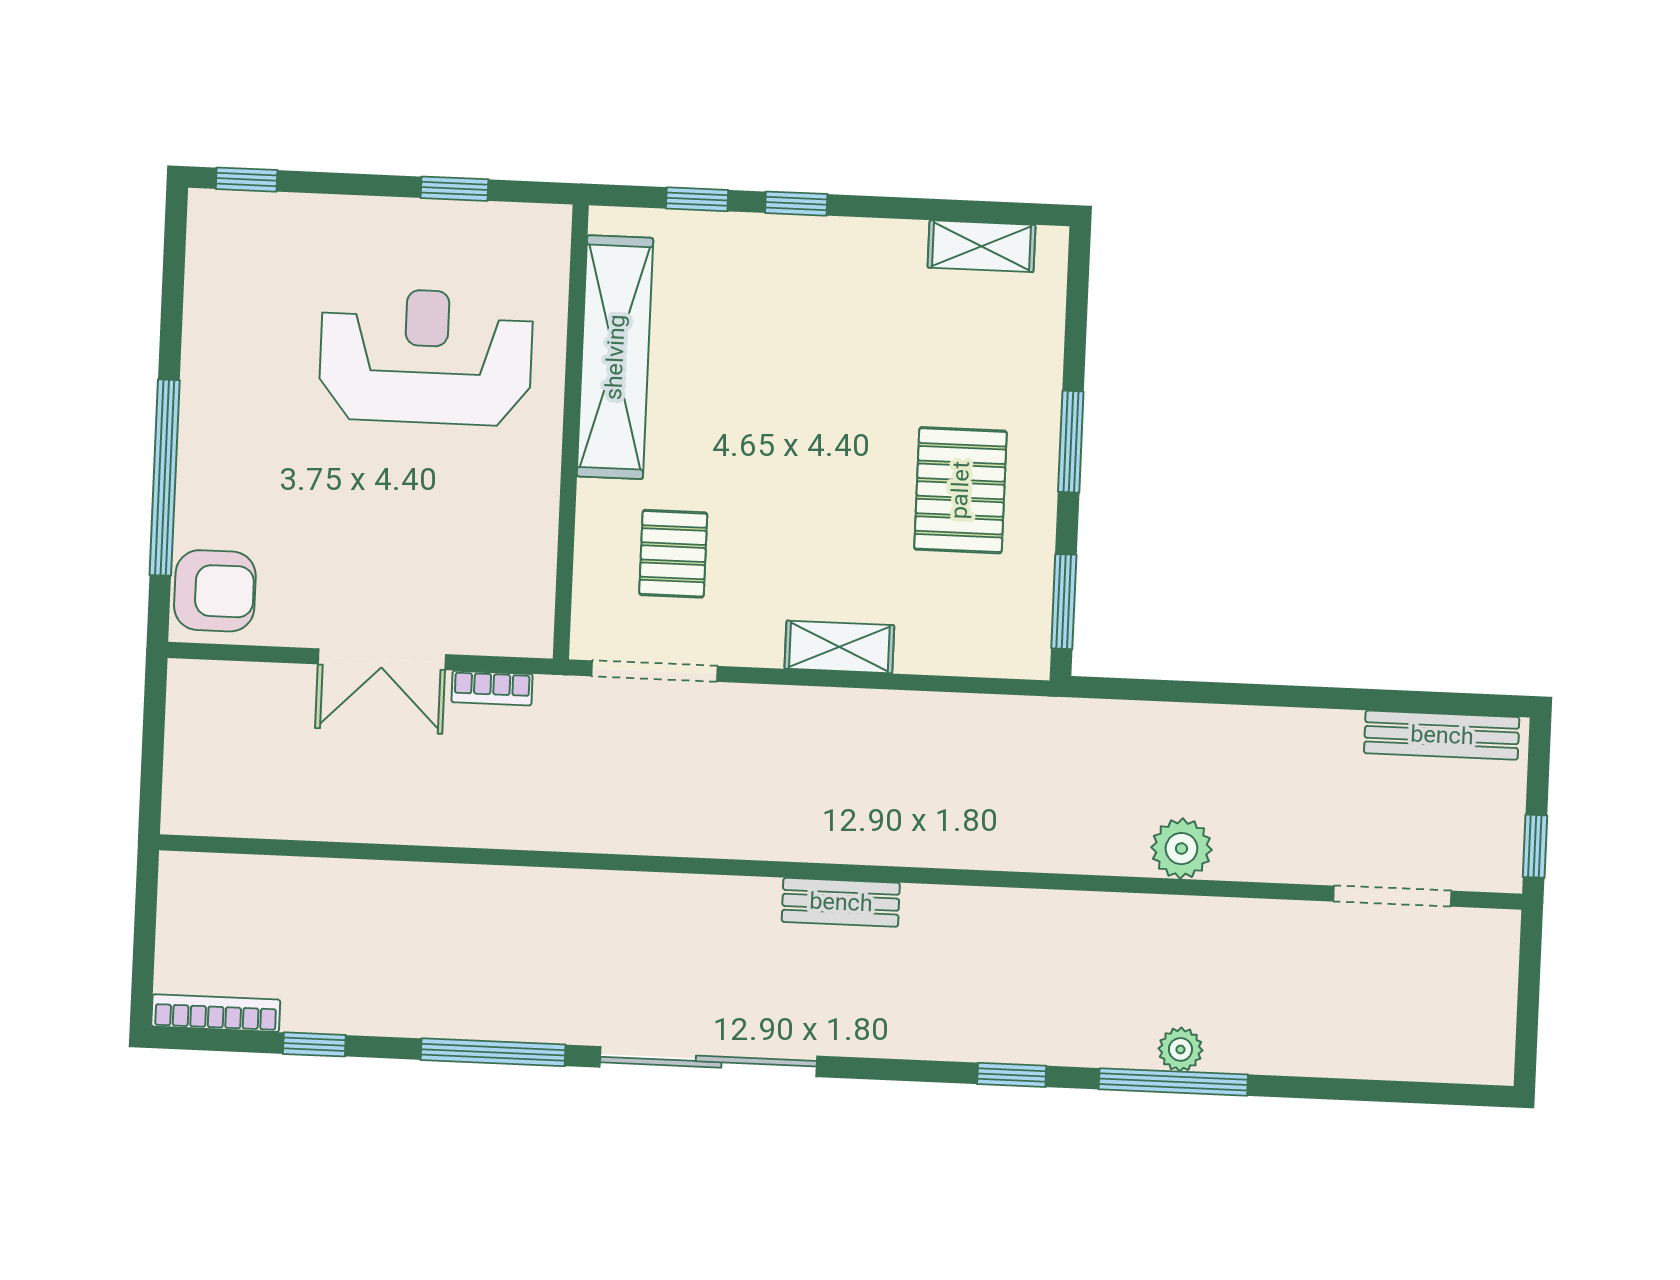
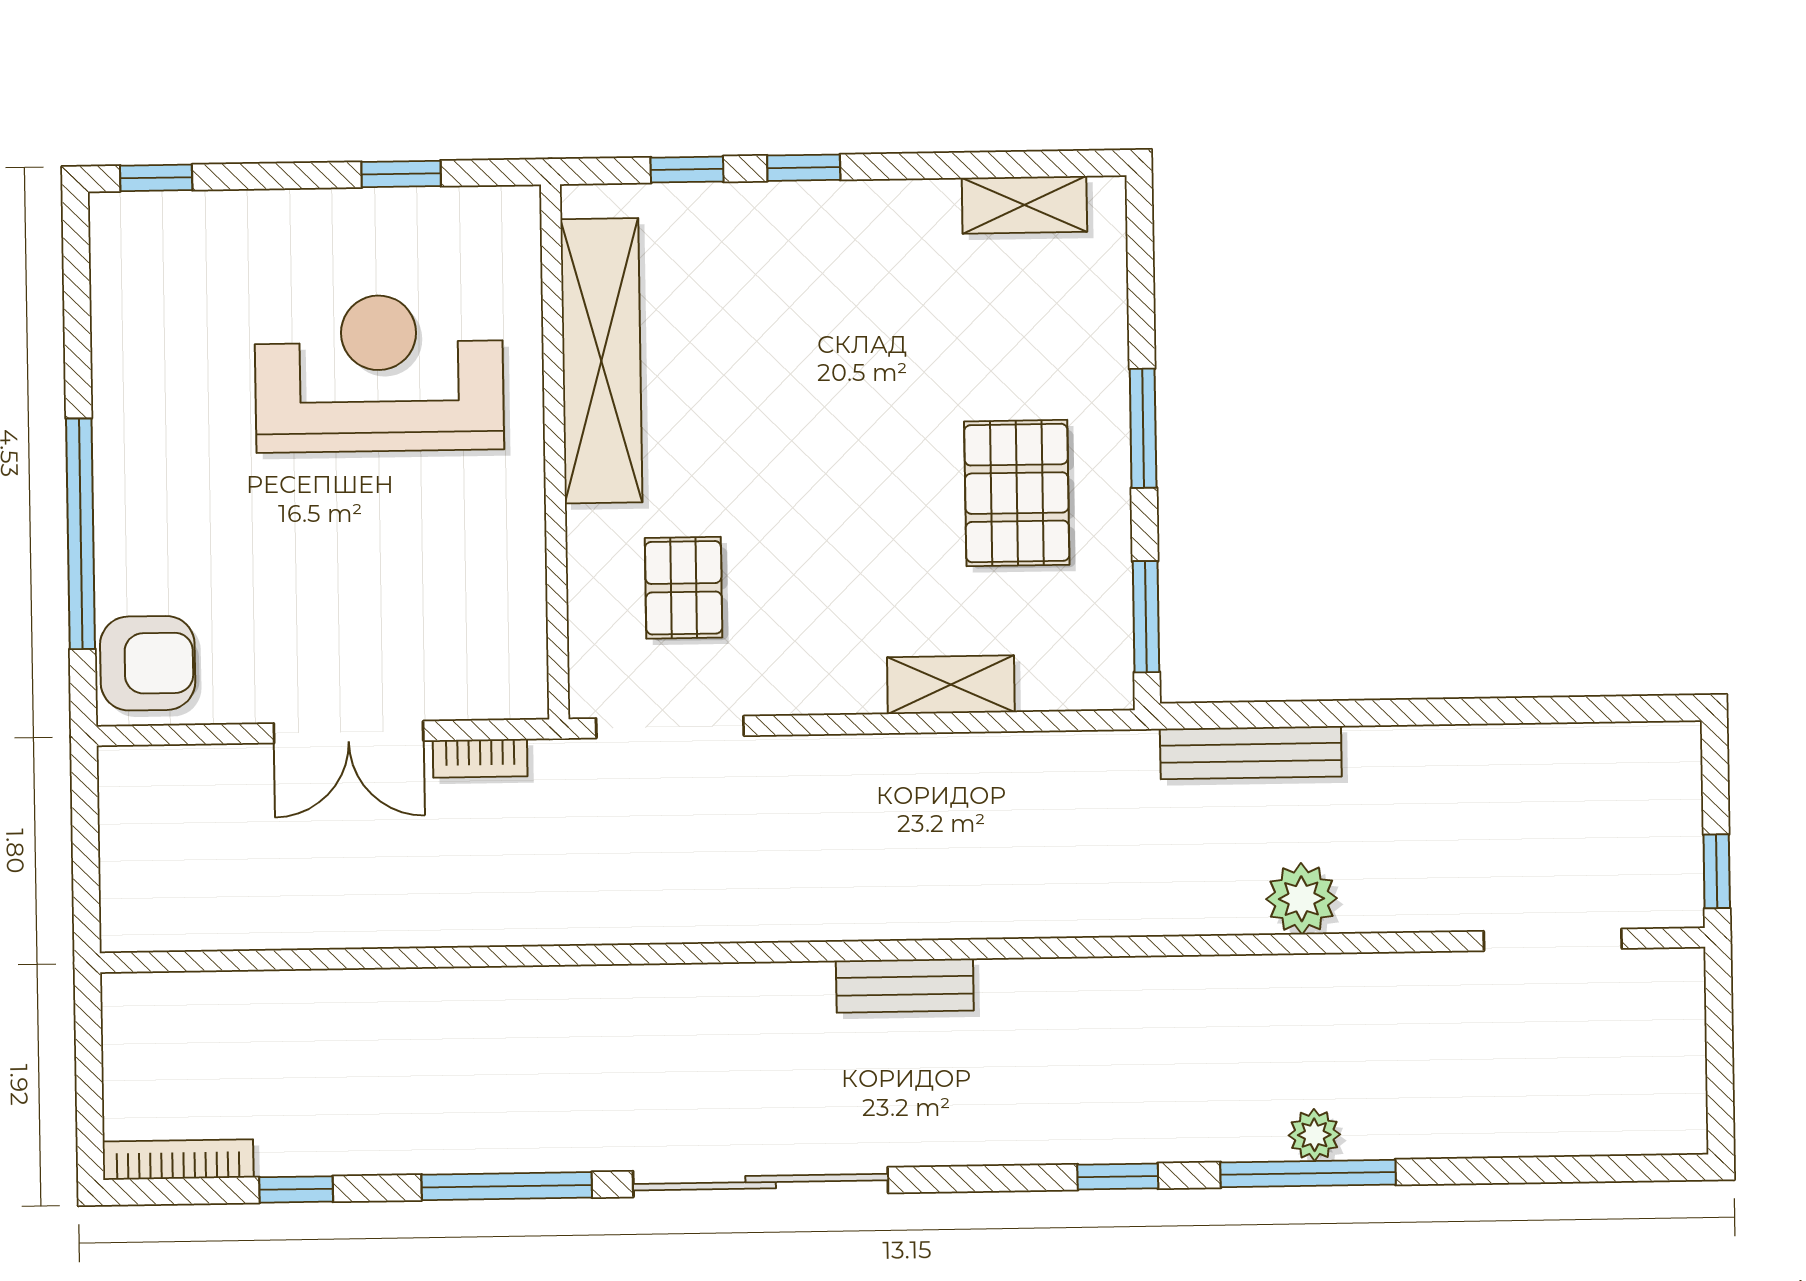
shelving: (839, 647) -> (951, 685), moved
bench: (1442, 735) -> (1251, 753), moved

